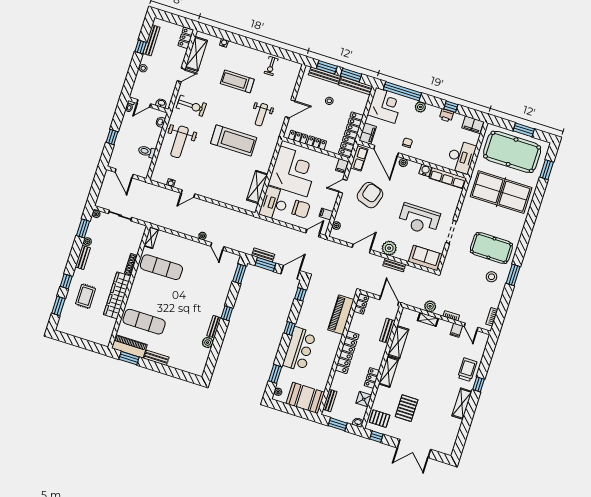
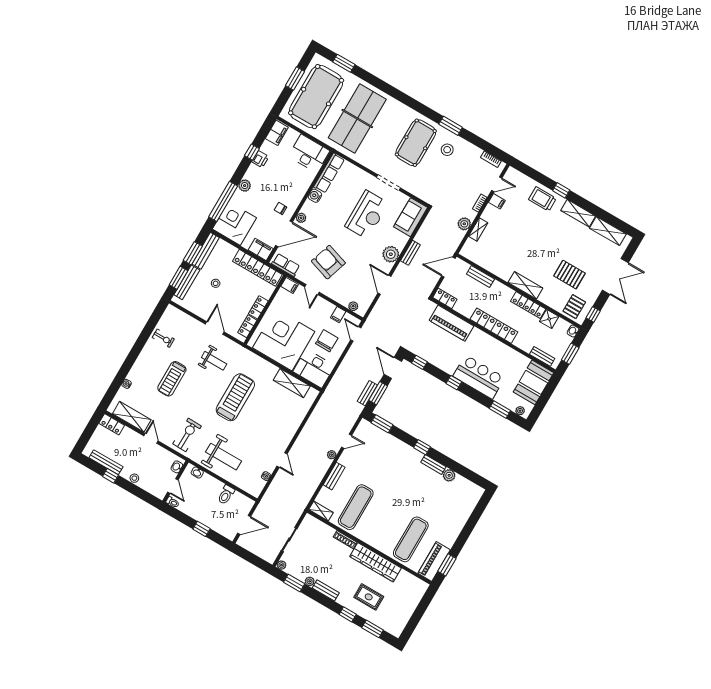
shelving: (398, 342) -> (608, 231), moved
bench: (156, 358) -> (334, 476), moved
locker: (372, 378) -> (528, 305), width x1.53

